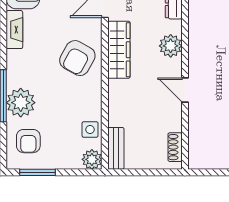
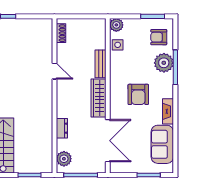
plant: (171, 46) -> (64, 101), removed
armchair: (77, 58) -> (138, 94), moved, turned 151
armchair: (28, 141) -> (159, 37), turned -90
bench: (116, 148) -> (100, 64), moved

